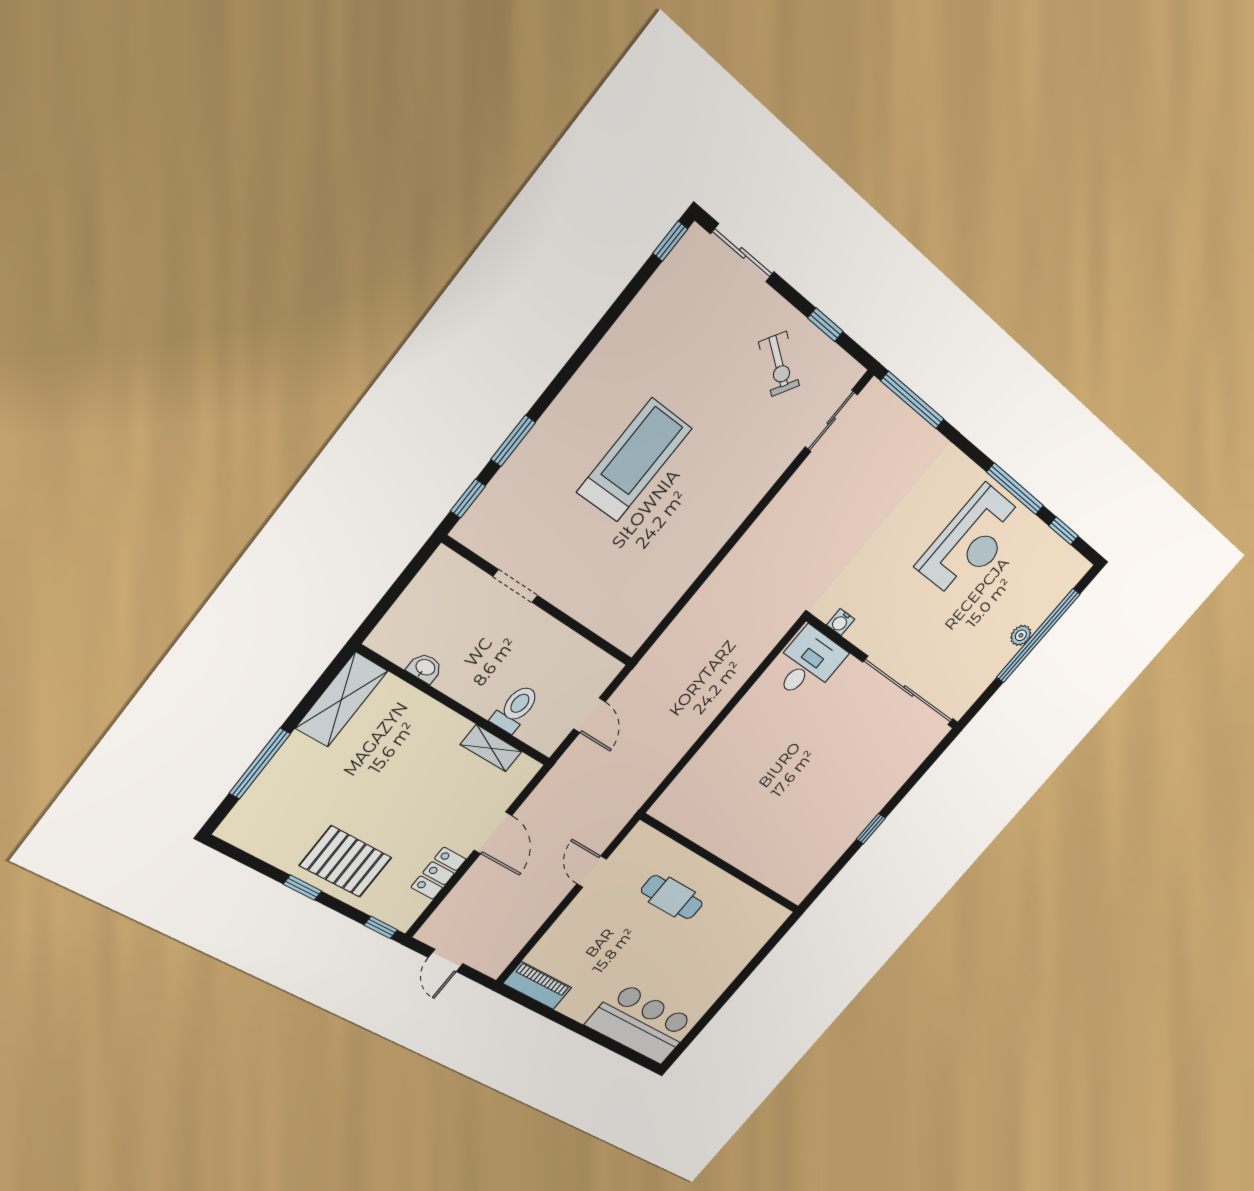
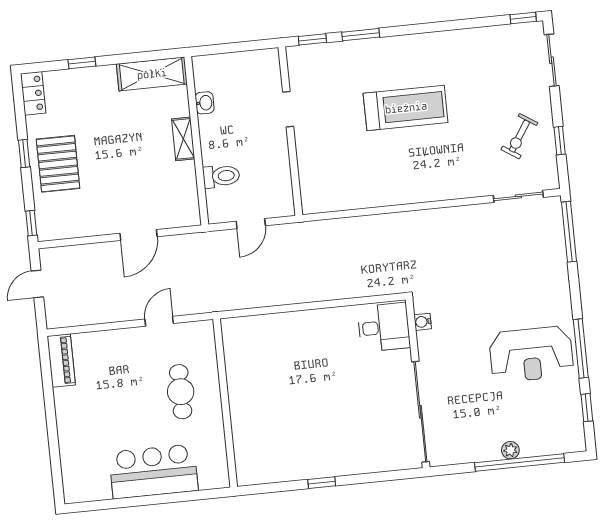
shelving: (491, 748) -> (183, 139), moved
window: (260, 764) -> (82, 63), width x0.46
locker: (438, 873) -> (33, 93), moved, turned 90
bar counter: (641, 1023) -> (154, 471), moved, turned -90

